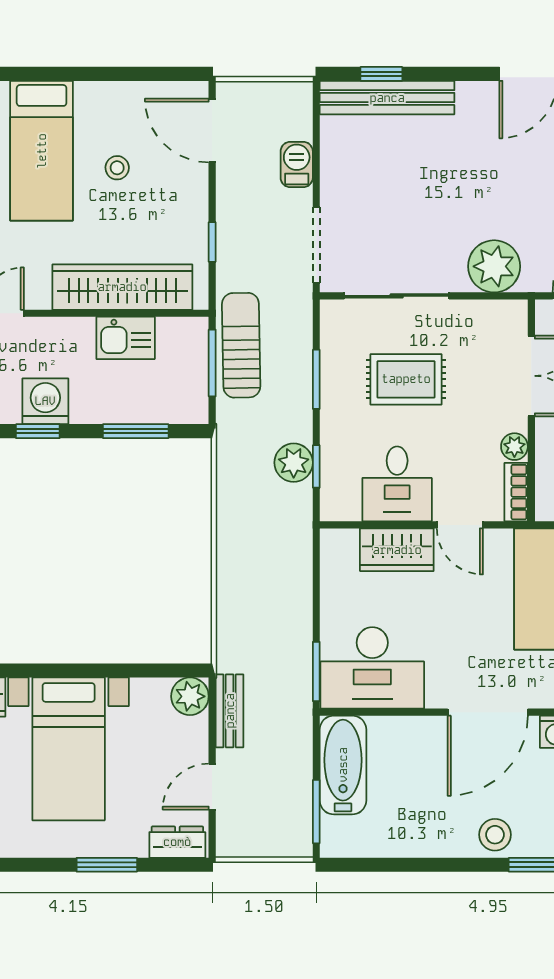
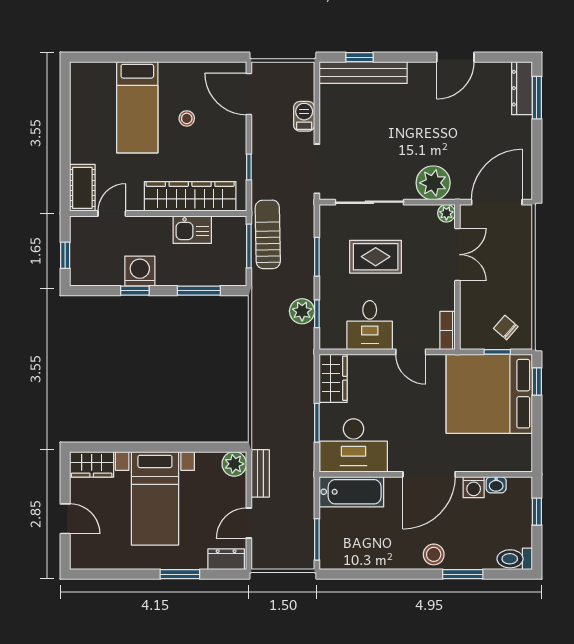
plant: (514, 447) -> (446, 213), moved
wardrobe: (397, 550) -> (333, 378), moved, turned -90
window: (316, 671) -> (317, 423), moved
bathtub: (343, 765) -> (351, 492), moved, turned 90

